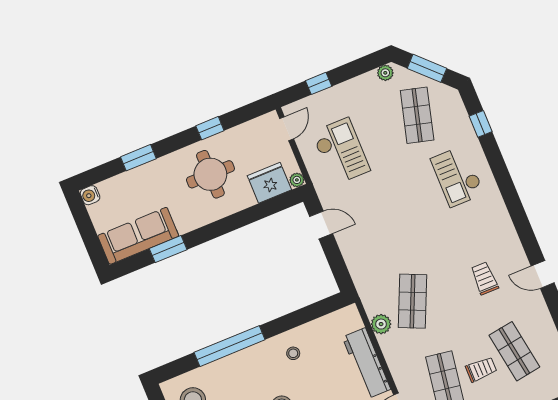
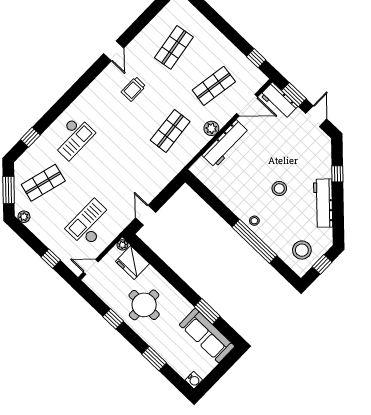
shop shelf: (412, 301) -> (170, 131), turned -30
plant: (381, 324) -> (211, 128), moved
stool: (293, 353) -> (254, 221), moved
trolley: (481, 369) -> (196, 64), removed

